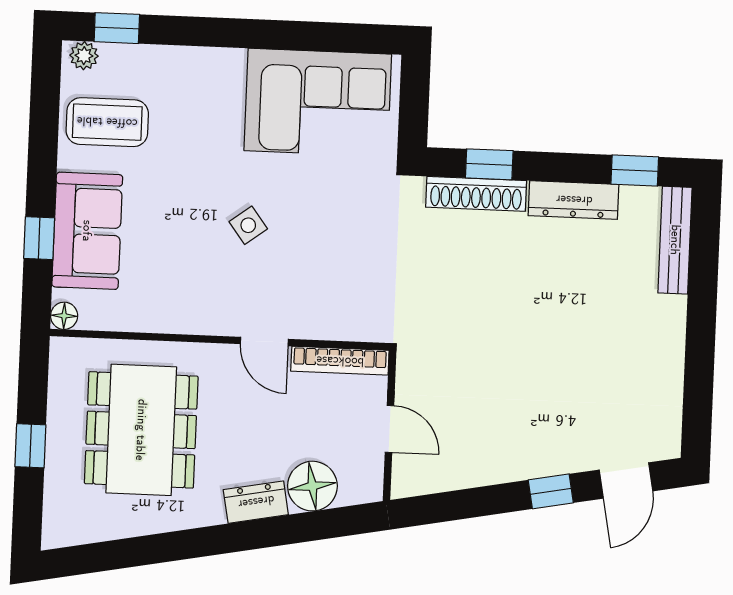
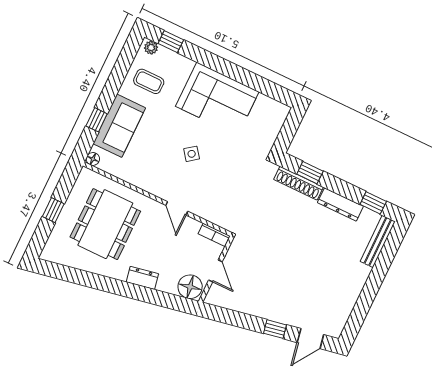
corner sofa: (318, 102) -> (217, 99), moved
coffee table: (107, 122) -> (149, 81), width x0.73, depth x0.77
bookcase: (340, 361) -> (214, 235), width x0.64
floor lamp: (312, 486) -> (190, 287), moved

